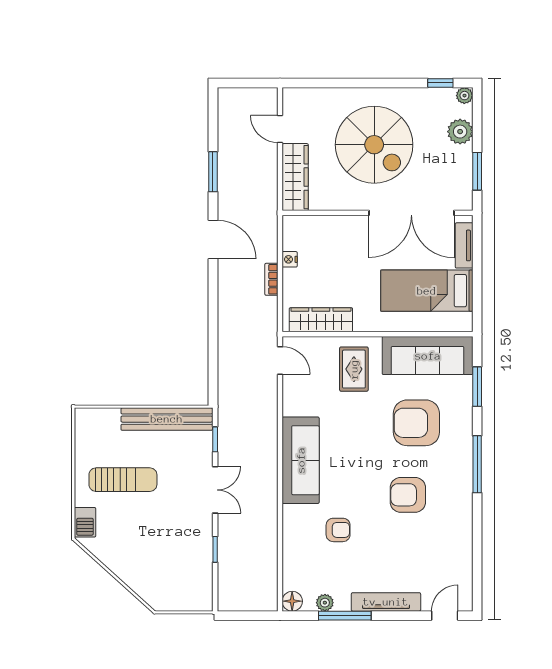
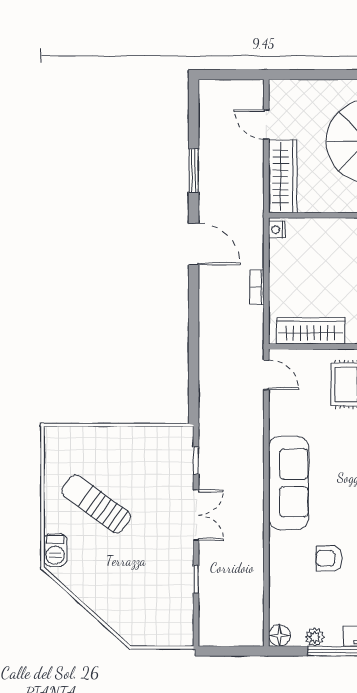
nightstand: (290, 259) -> (277, 230), moved
bench: (167, 419) -> (144, 438), removed
sun lounger: (123, 480) -> (96, 504), turned -144
armchair: (338, 530) -> (329, 558), turned 180

